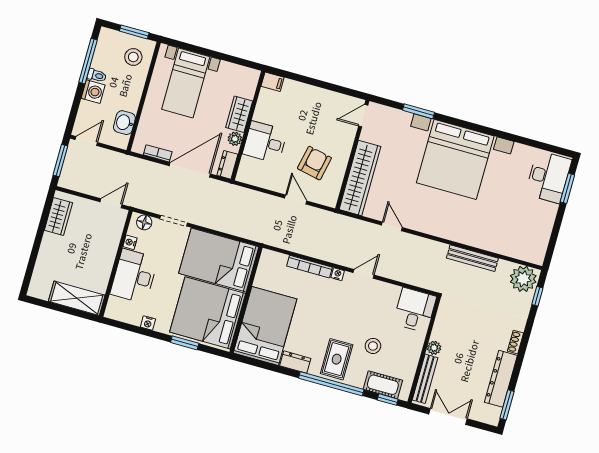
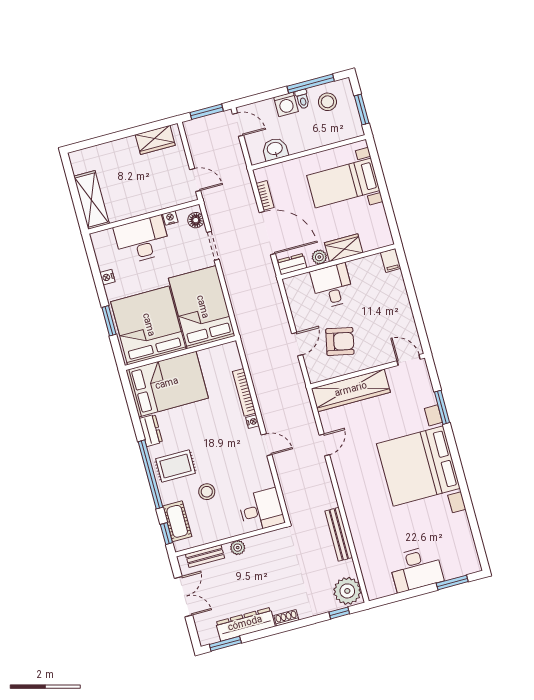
stool: (133, 57) -> (327, 102), moved
desk: (548, 177) -> (416, 569), moved
bench: (425, 379) -> (205, 556), width x0.73

